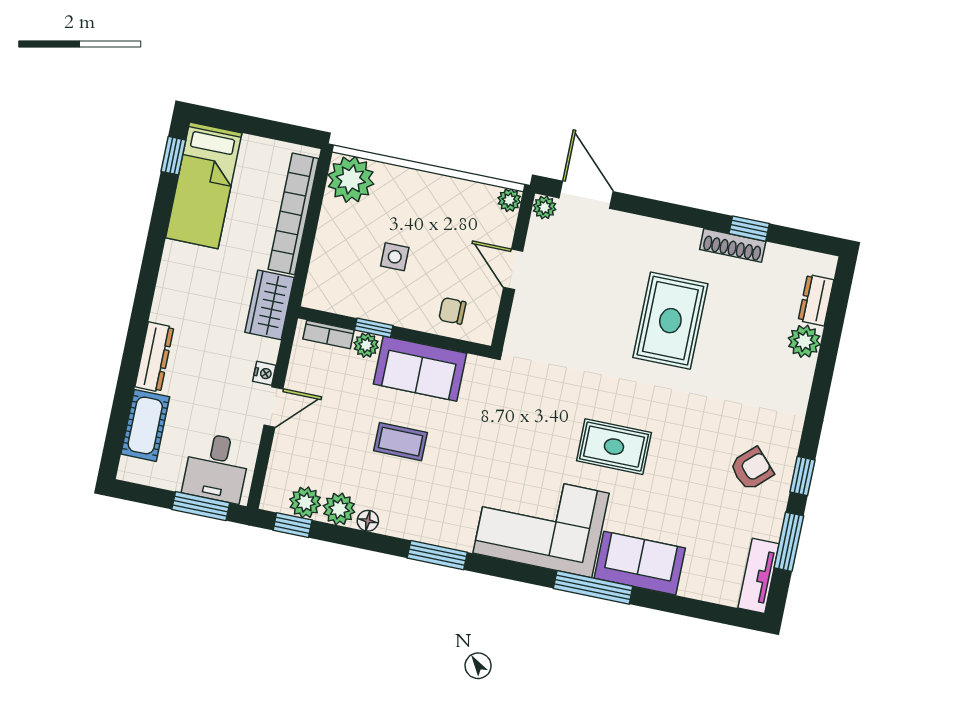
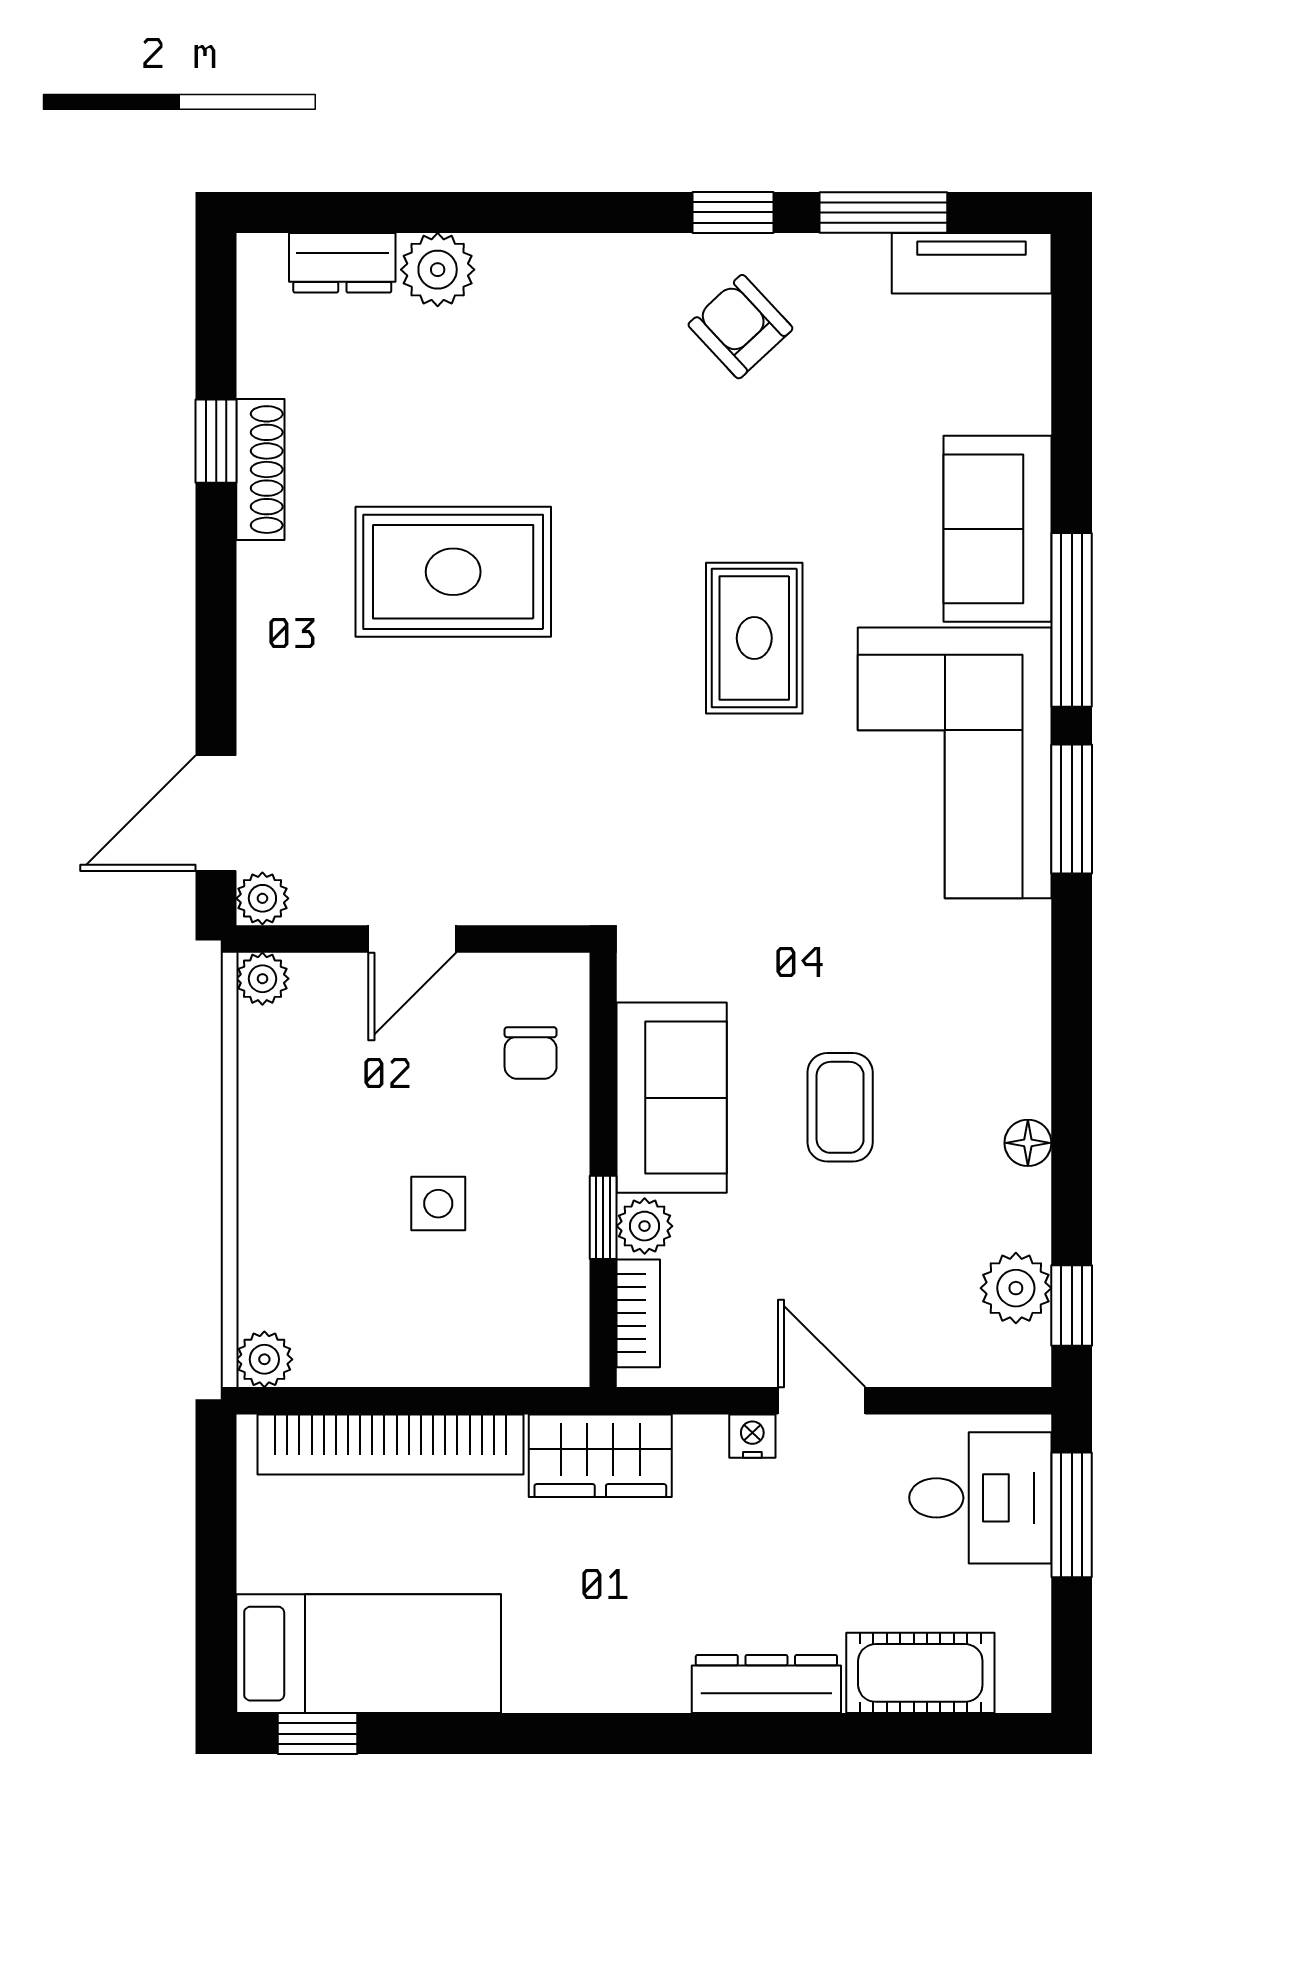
plant: (351, 179) -> (264, 1359), width x0.53, depth x0.53
plant: (339, 509) -> (1015, 1211), removed
window: (437, 555) -> (1072, 809), moved

